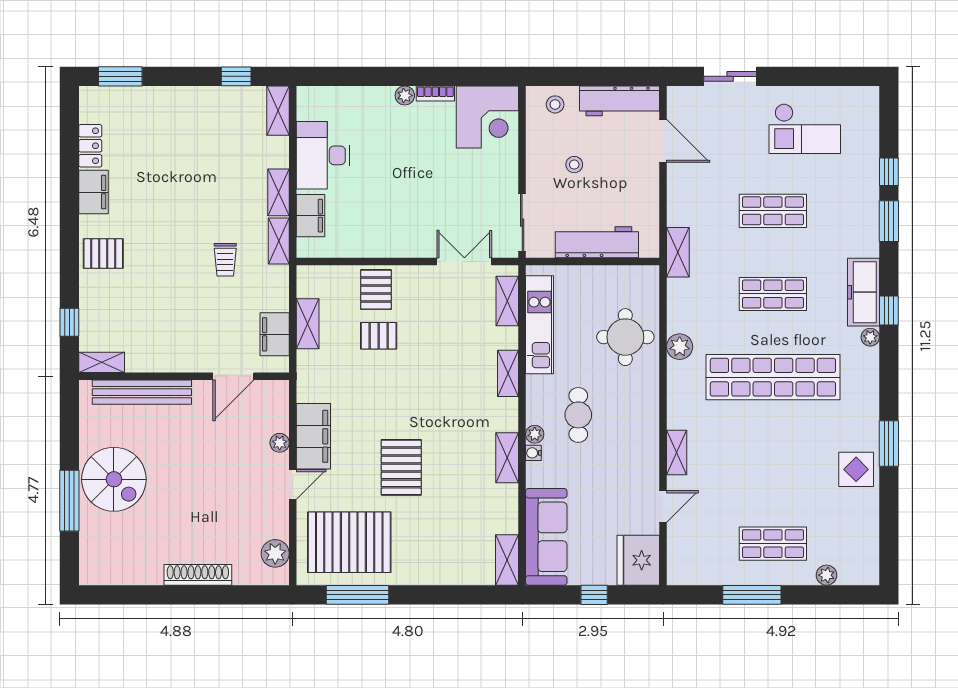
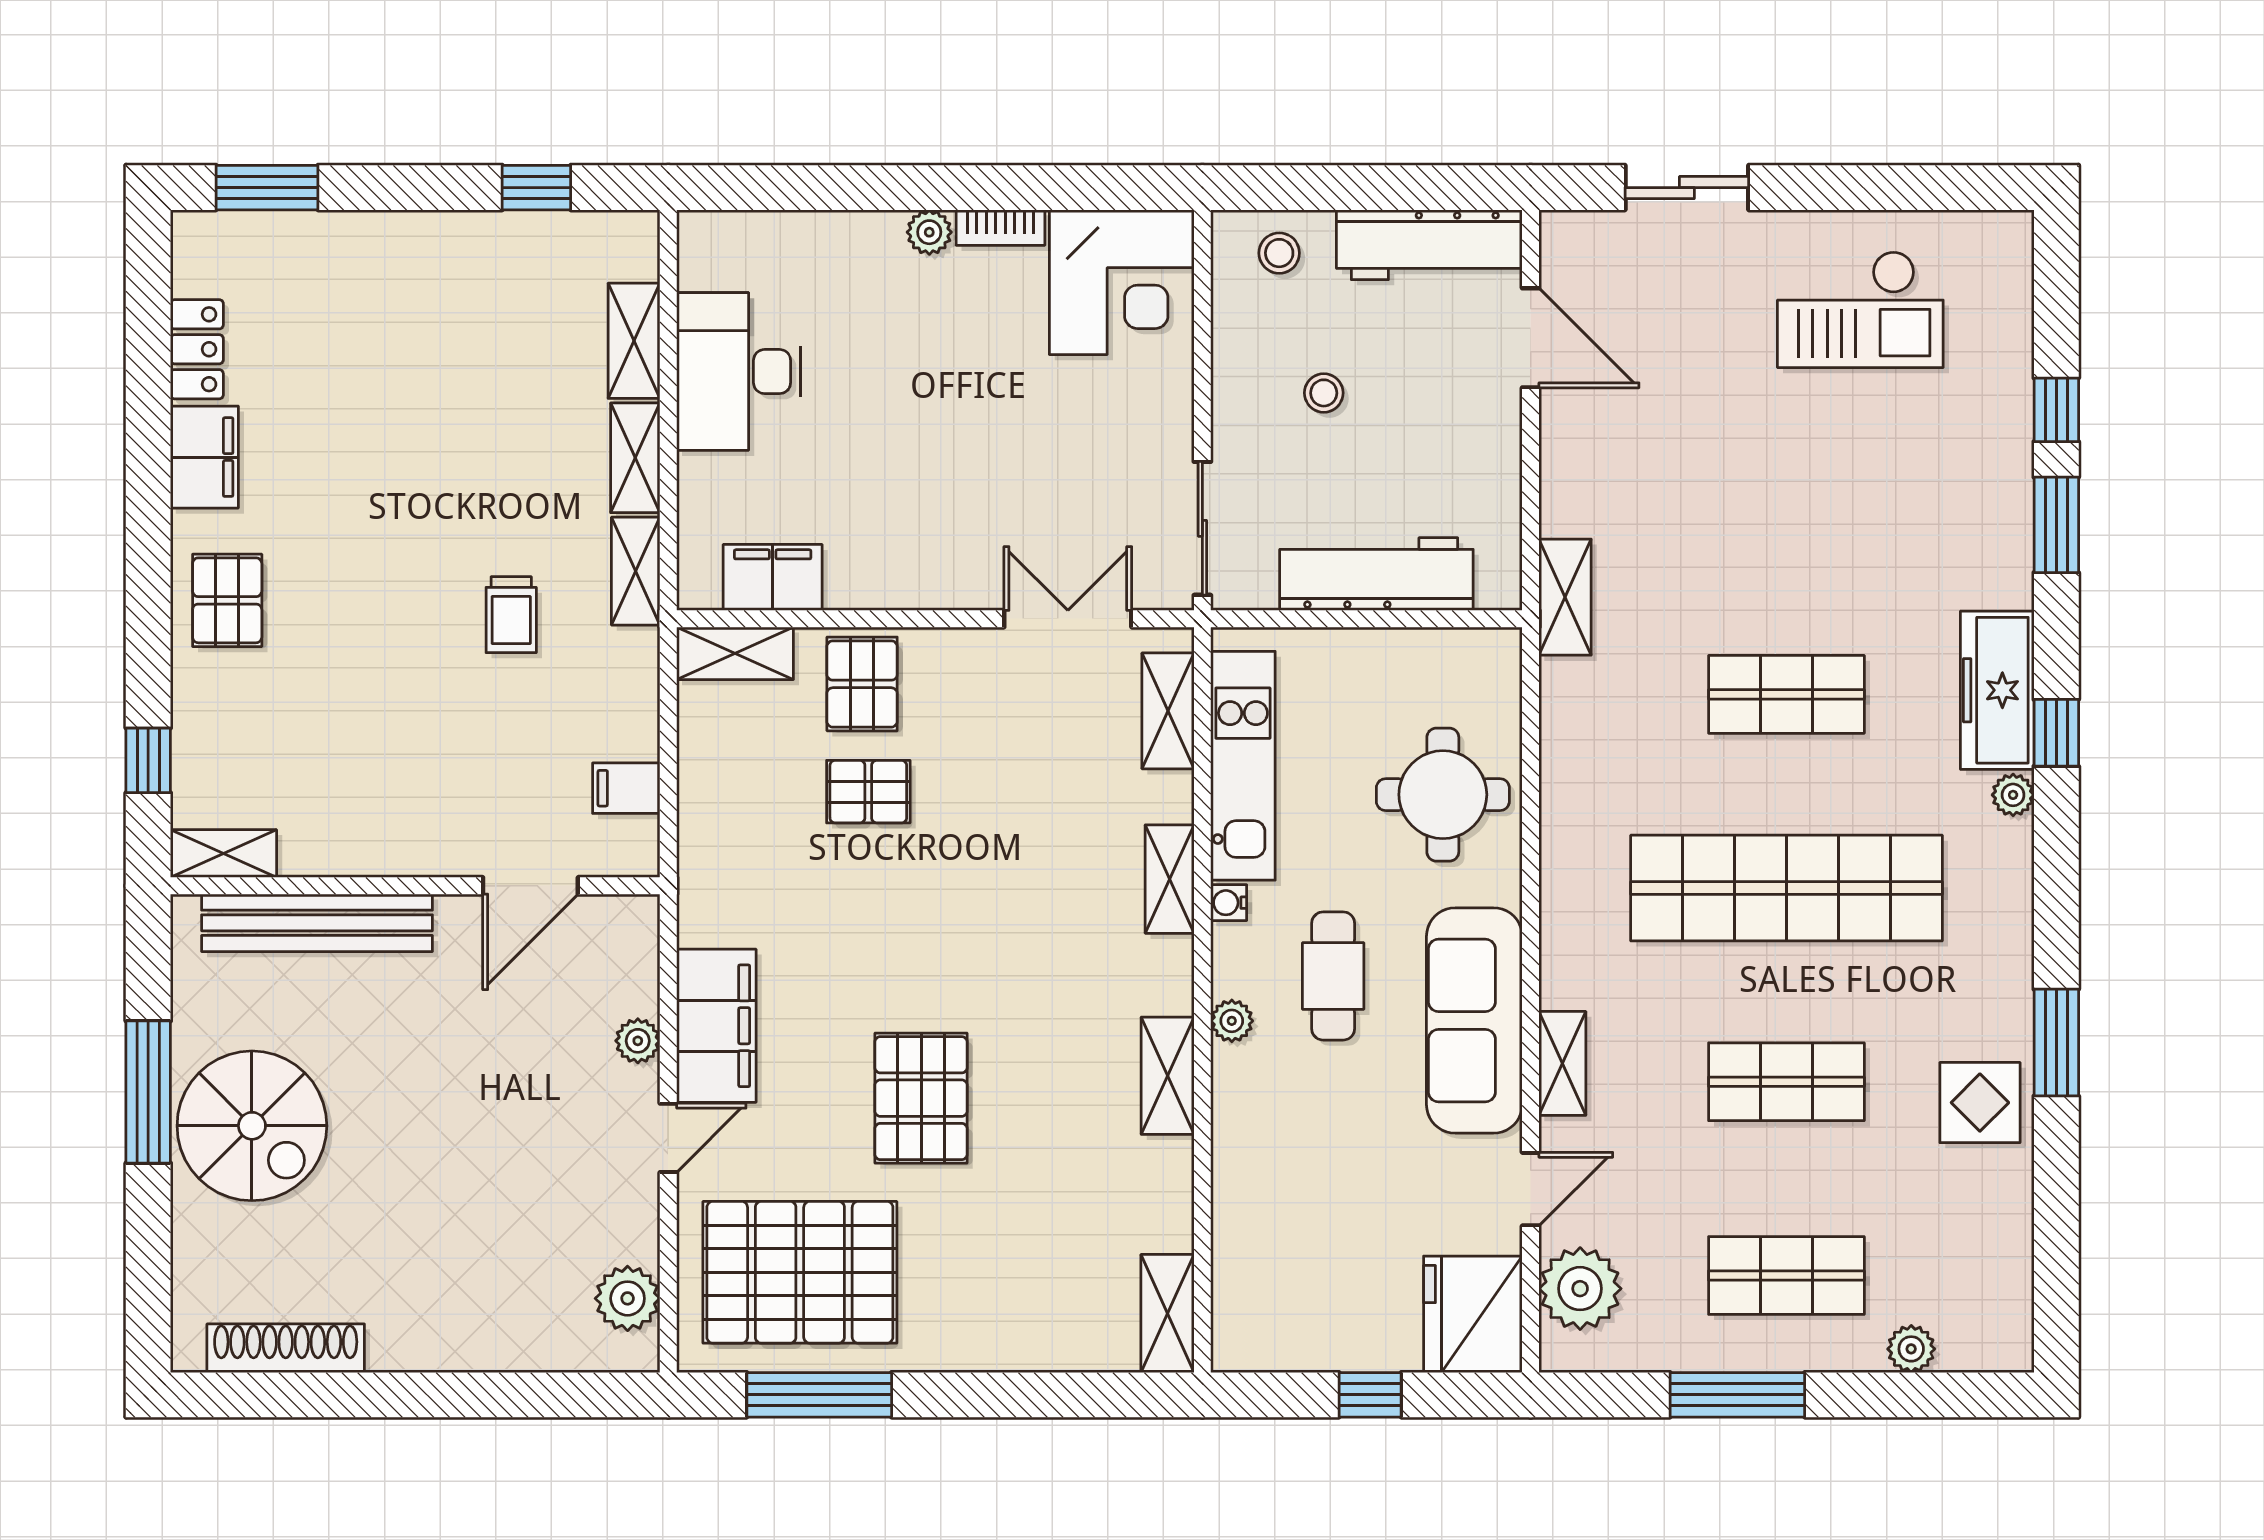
shelving: (278, 111) -> (634, 341), moved
shop shelf: (773, 211) -> (1786, 1082), moved
filing cabinet: (310, 216) -> (773, 577), moved, turned -90
pallet: (103, 254) -> (227, 600), turned 90
shelving: (308, 324) -> (735, 653), moved, turned 90
filing cabinet: (275, 334) -> (626, 788), width x0.50
plant: (680, 347) -> (1580, 1289), moved, width x1.36, depth x1.36
water cooler: (533, 453) -> (1229, 903), moved
window: (69, 501) -> (148, 1092), moved
sofa: (546, 537) -> (1474, 1020), moved, turned 180
shoe rack: (198, 575) -> (286, 1348), moved

